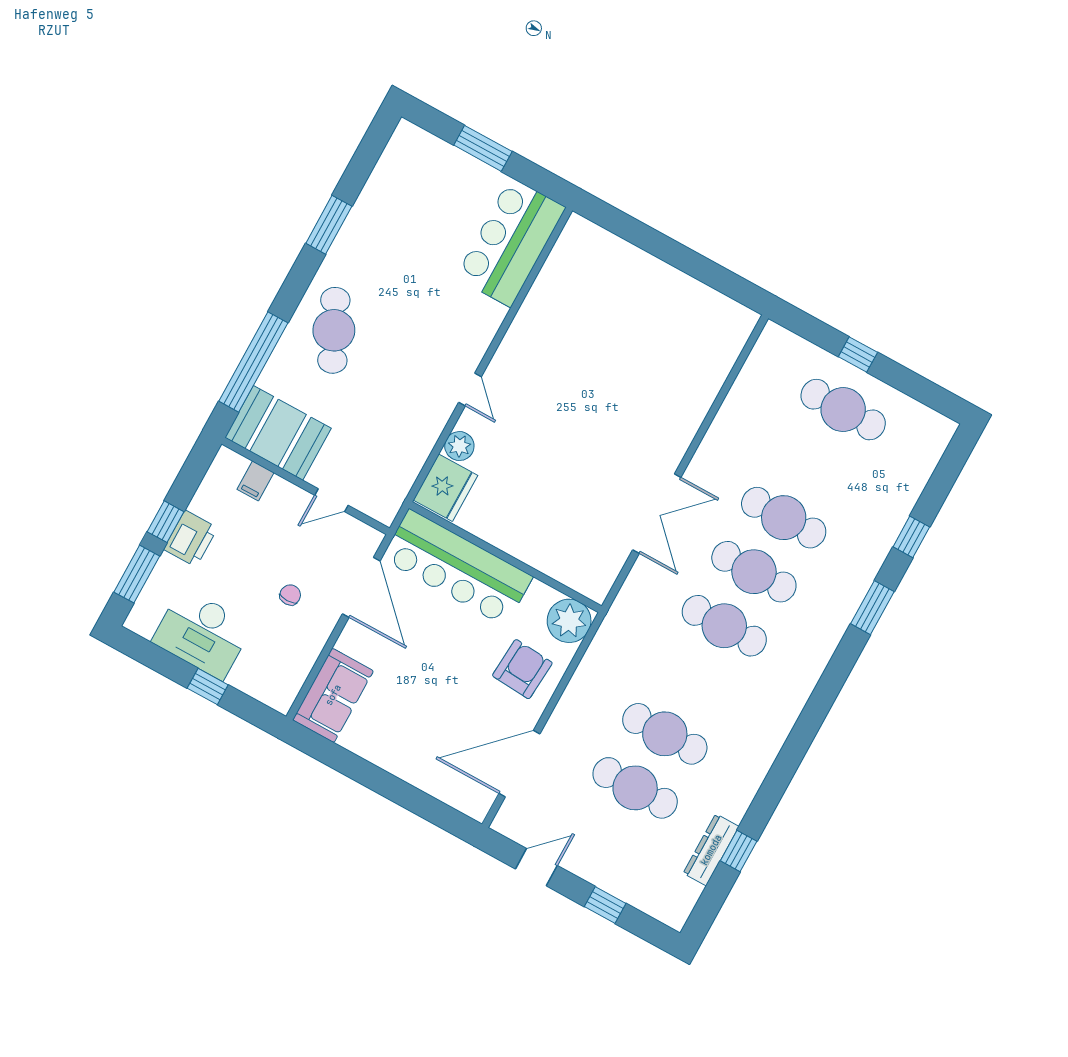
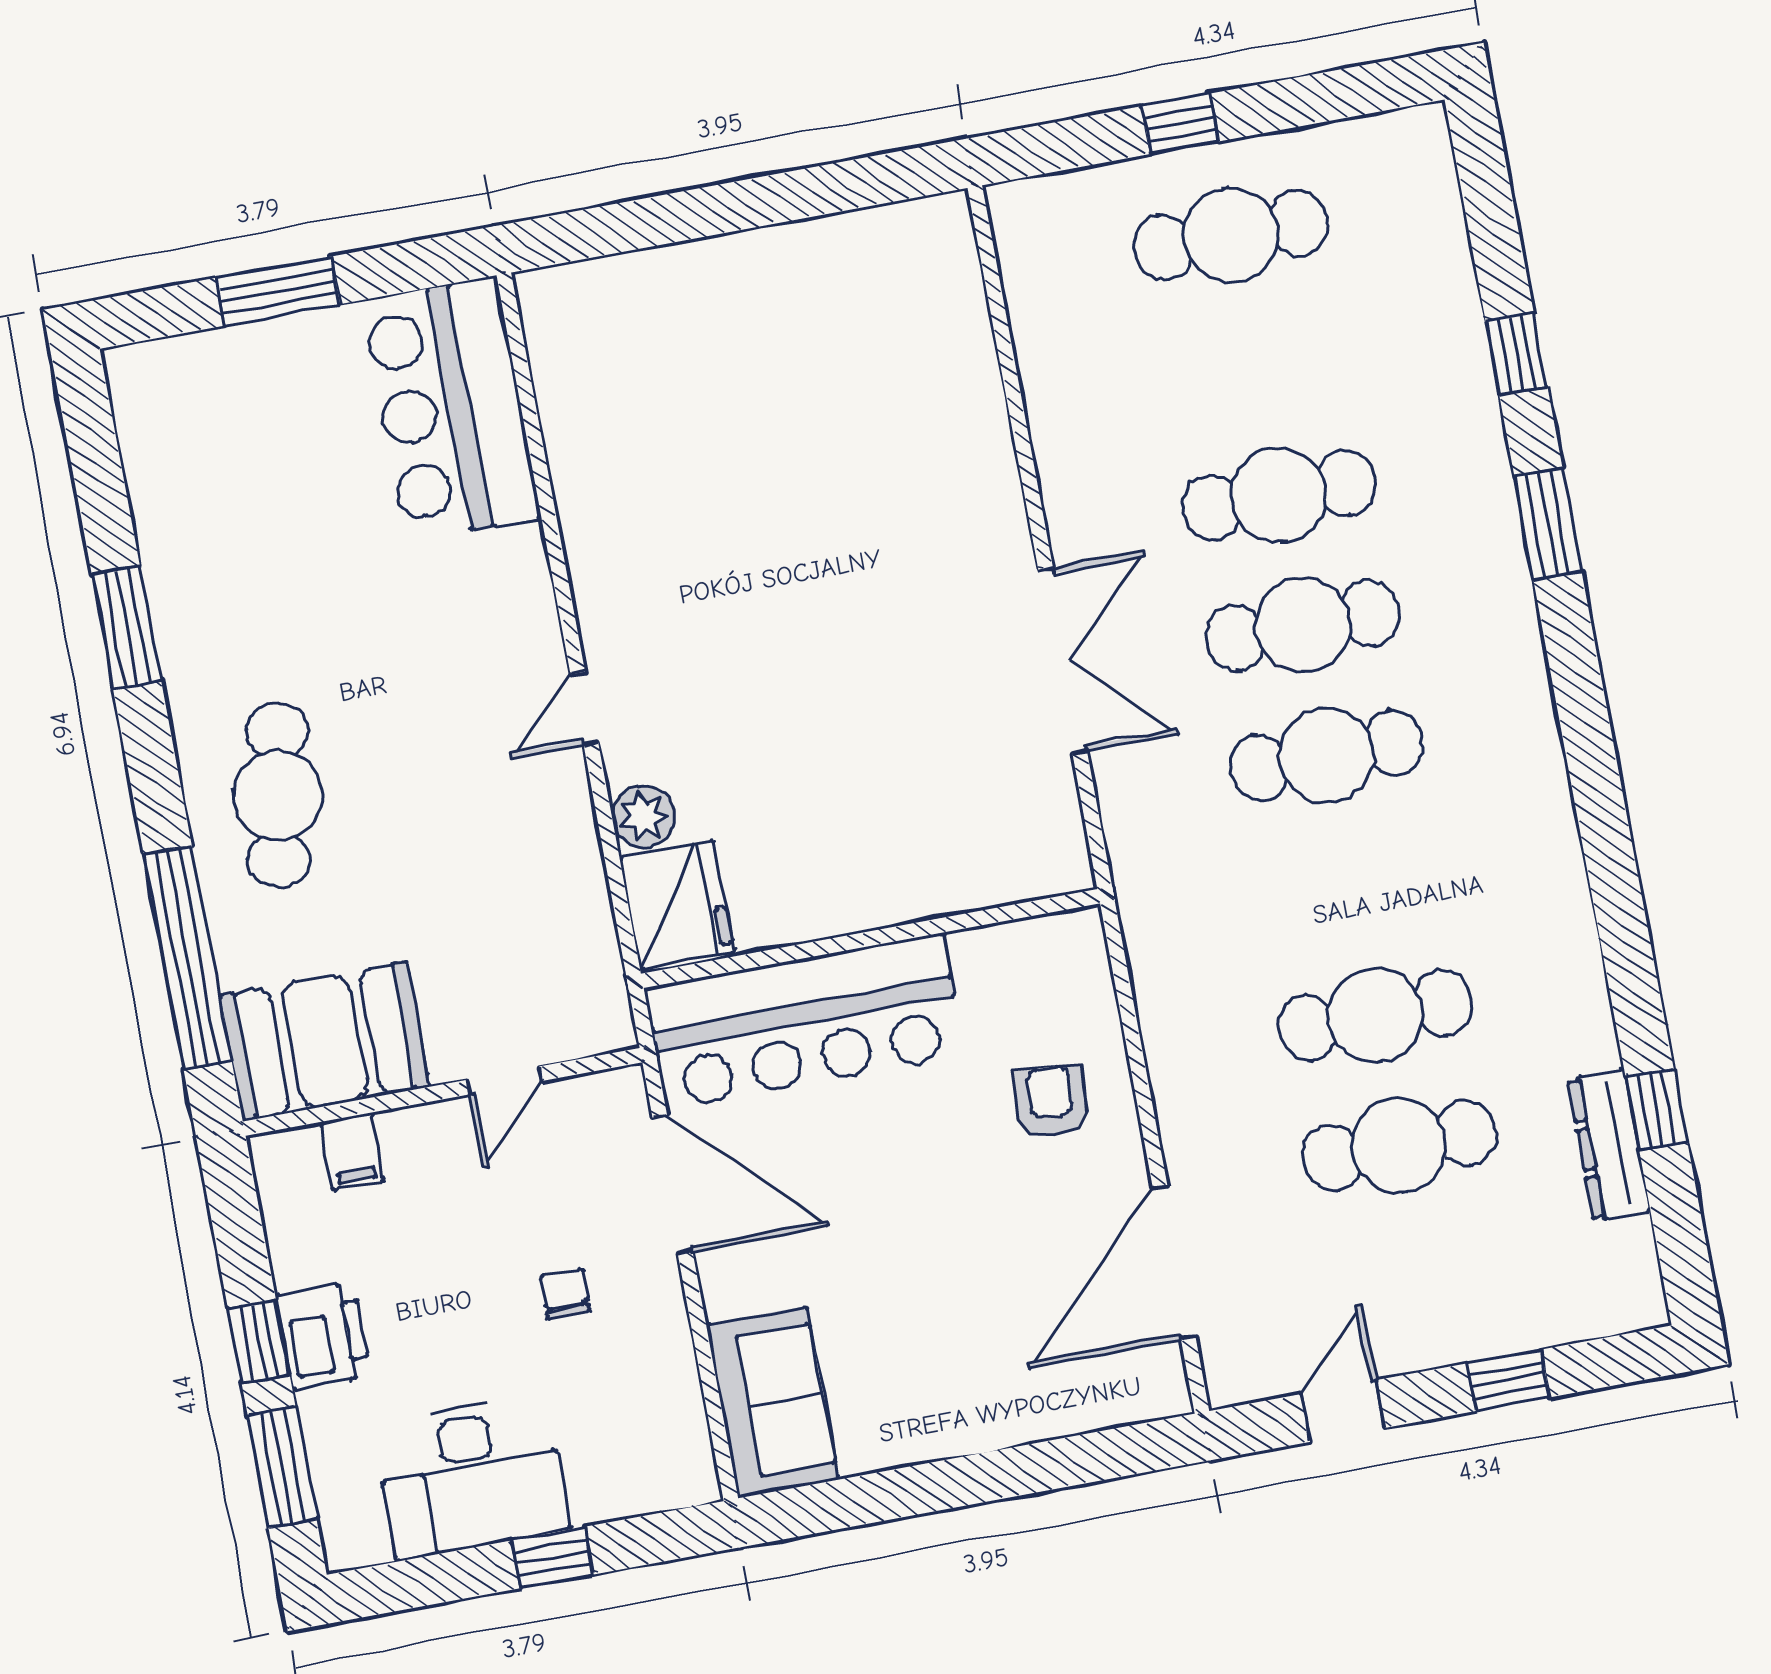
cafe table: (334, 330) -> (278, 795), turned 36
door: (470, 390) -> (584, 709), swing flipped
plant: (569, 621) -> (1063, 958), removed
armchair: (522, 669) -> (1051, 1101), width x0.72, depth x0.72

